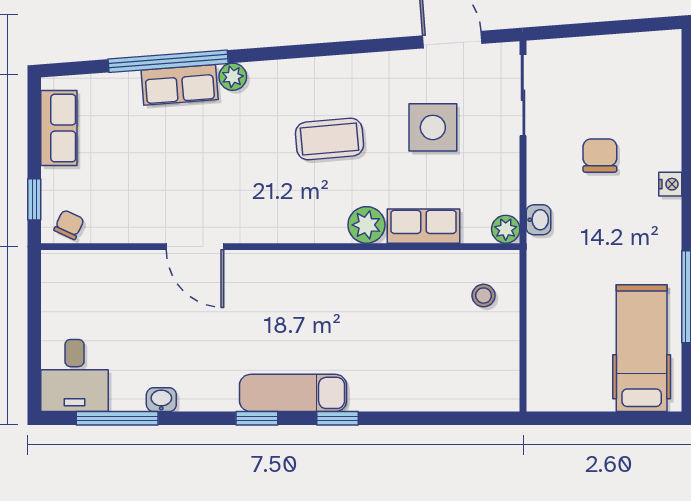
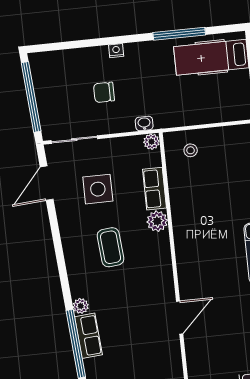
window: (605, 28) -> (31, 97), added

